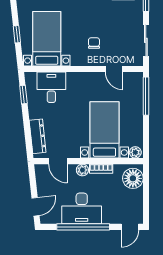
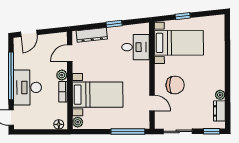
chair: (94, 43) -> (175, 85), width x1.87, depth x1.87
door: (114, 69) -> (152, 103), swing flipped
window: (23, 95) -> (114, 24), moved
floor lamp: (133, 178) -> (59, 124), width x0.53, depth x0.53
door: (36, 207) -> (29, 33), hinge flipped
desk: (82, 208) -> (27, 87), moved

